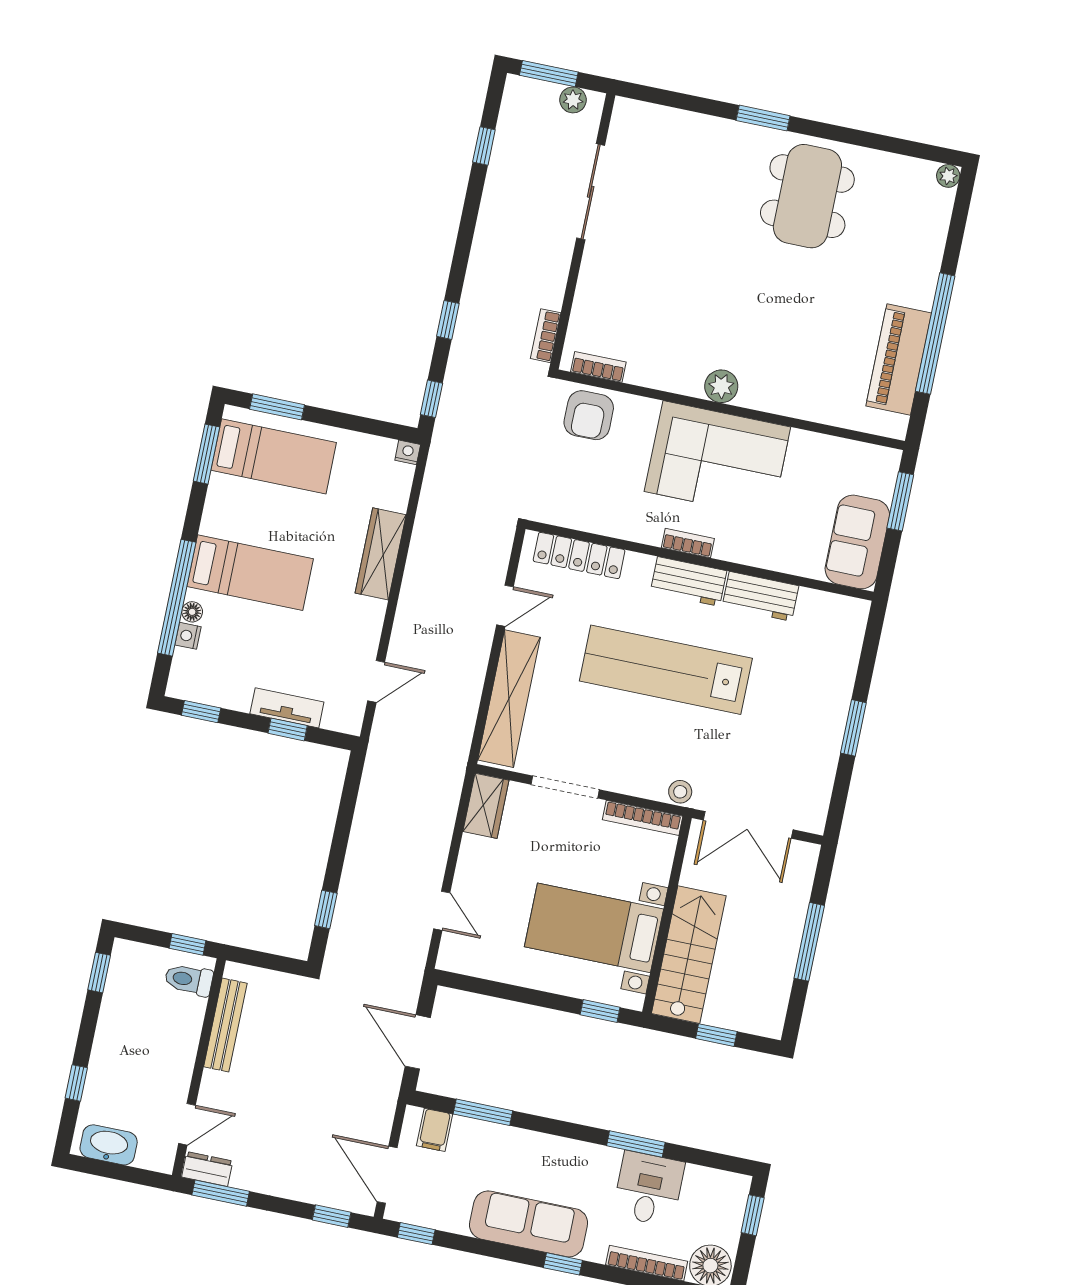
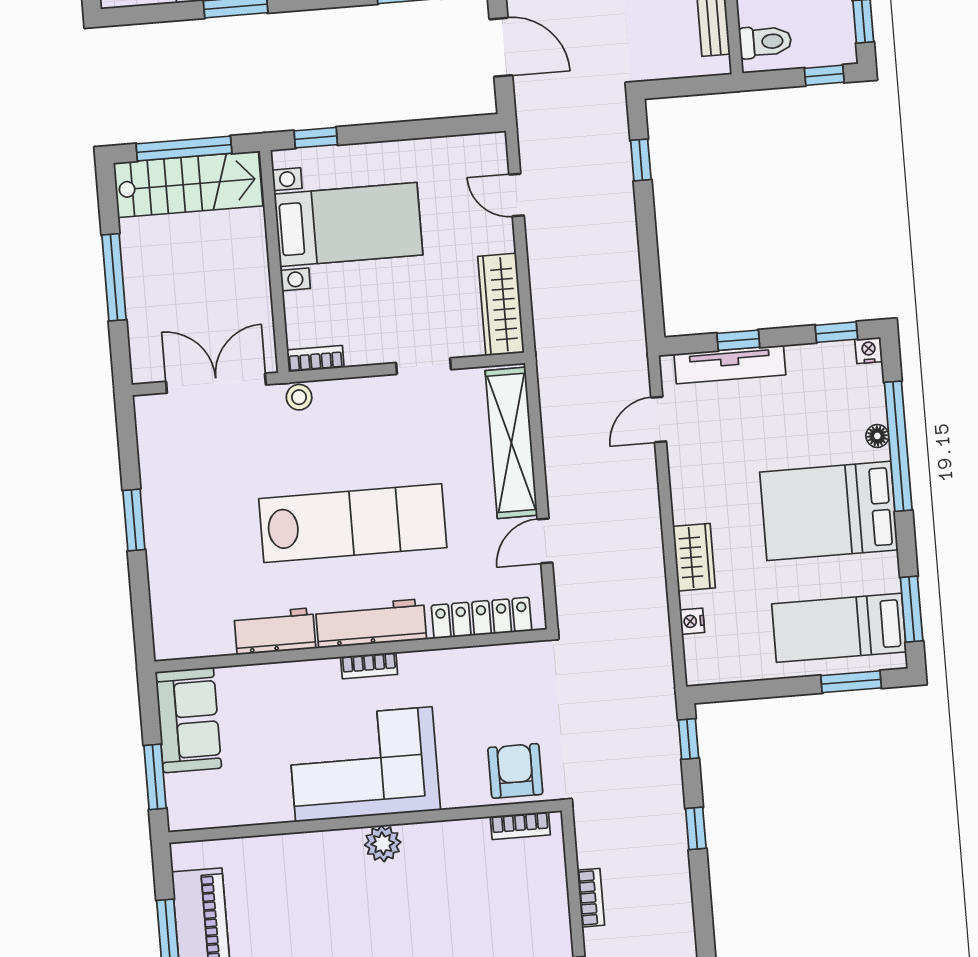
bookcase: (546, 336) -> (591, 898), moved
nightstand: (408, 452) -> (692, 621), moved, turned 90
wardrobe: (381, 554) -> (694, 557), width x0.67
bed: (250, 573) -> (829, 511), width x1.50
workbench: (689, 581) -> (371, 623), width x1.38
nightstand: (188, 636) -> (869, 350), moved, turned -90
tv unit: (287, 708) -> (730, 364), width x1.41
doorway: (565, 787) -> (424, 366), width x0.73
wardrobe: (486, 806) -> (501, 304), width x1.50
bookcase: (643, 818) -> (315, 359), width x0.64
window: (187, 944) -> (824, 75), moved
stairs: (689, 955) -> (188, 184), moved, turned -90
window: (716, 1035) -> (184, 149), width x2.17

